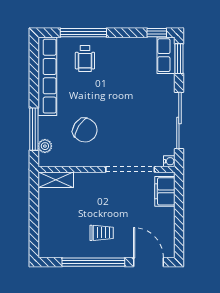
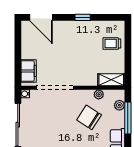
plant: (72, 160) -> (99, 94), added
trolley: (102, 233) -> (112, 44), moved
window: (93, 262) -> (83, 17), width x0.32

